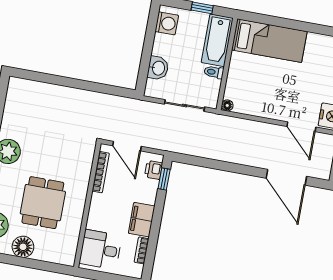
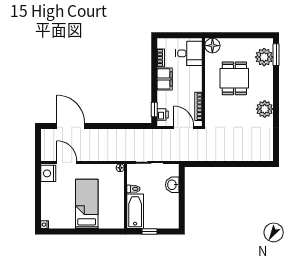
washing machine: (167, 23) -> (172, 216), removed
bed: (269, 41) -> (87, 204), moved, turned 90
floor lamp: (23, 247) -> (212, 46), moved

